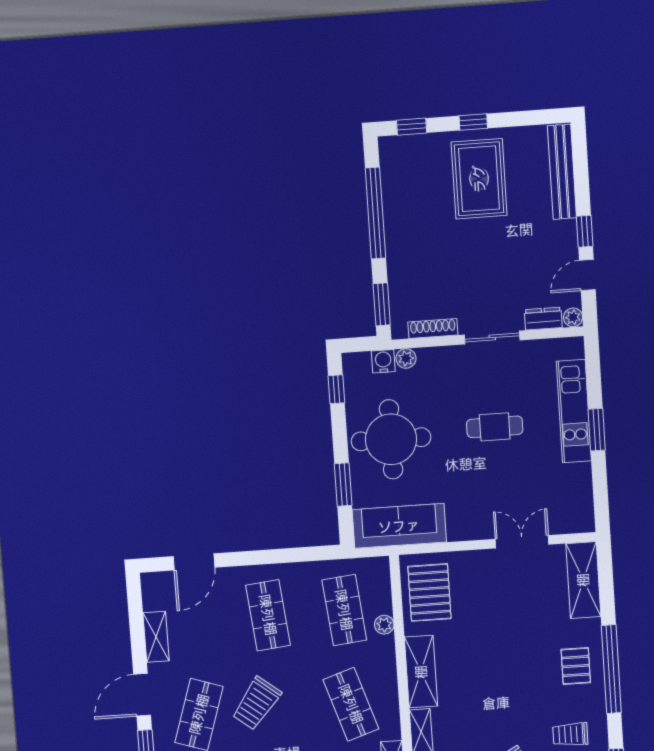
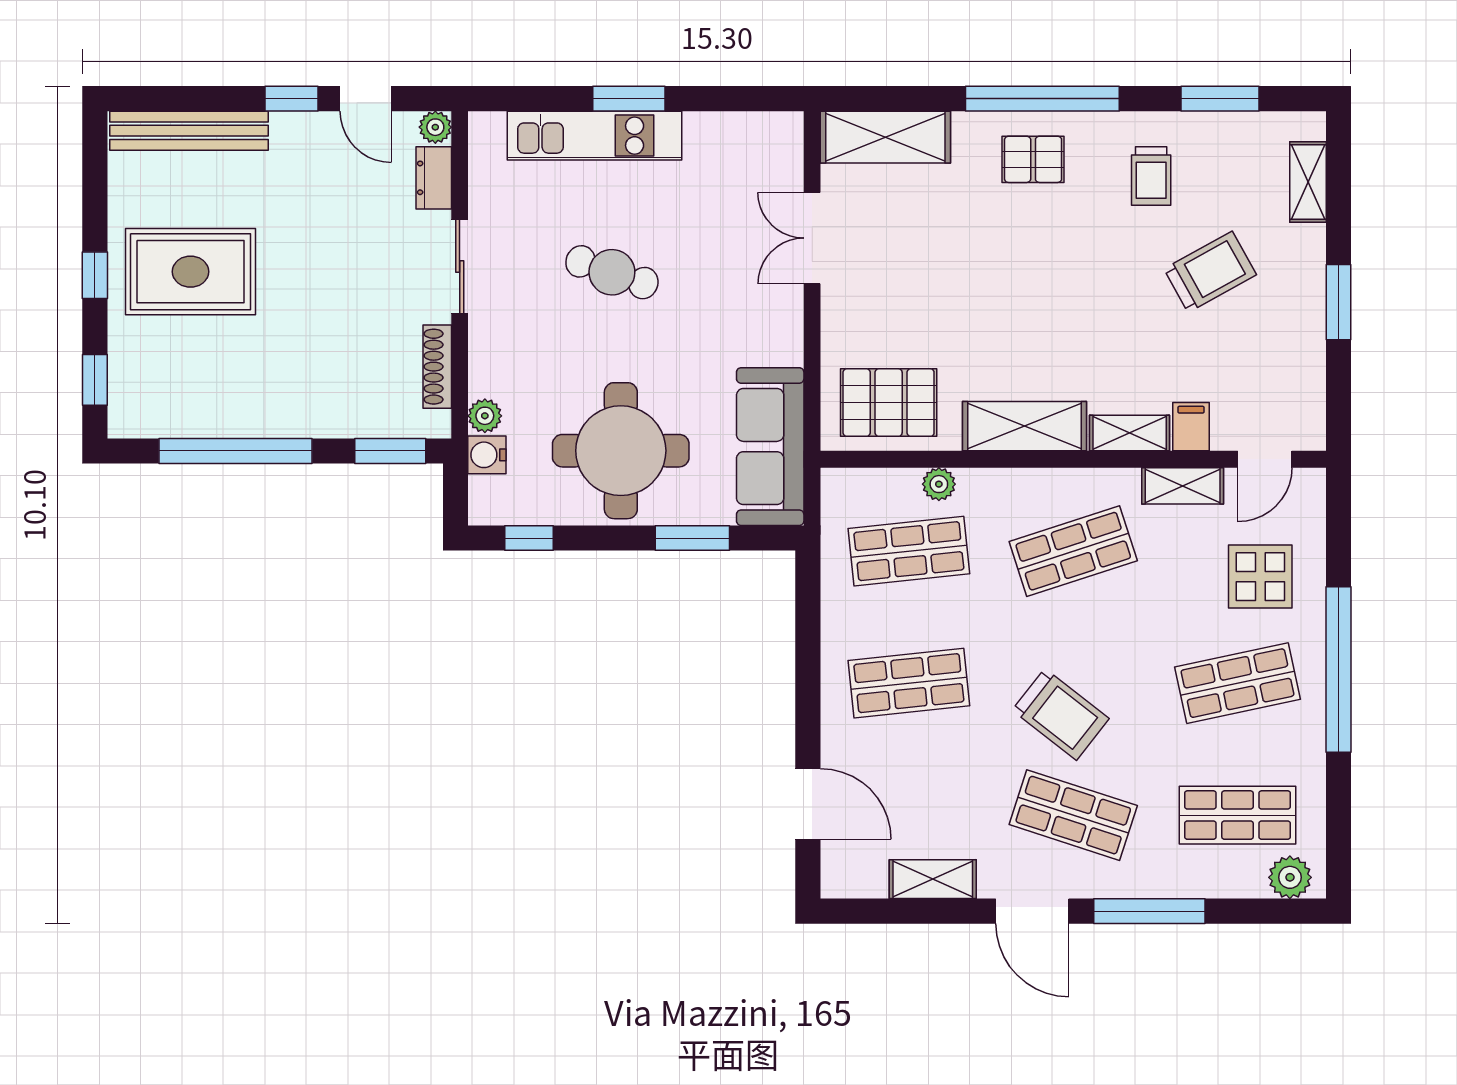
cafe table: (495, 427) -> (612, 272), turned -71

